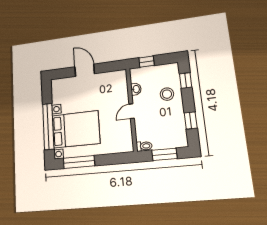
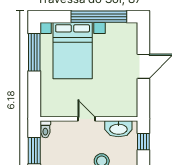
washbasin: (136, 89) -> (118, 129), width x1.91, depth x1.45
window: (48, 126) -> (99, 17), moved

